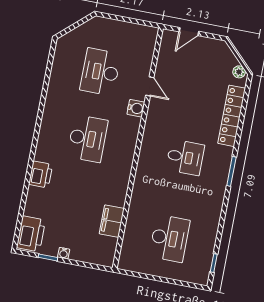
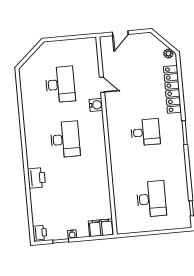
desk: (100, 72) -> (60, 84), turned 180
filing cabinet: (112, 221) -> (101, 228), moved, turned 90
printer: (31, 234) -> (40, 233), width x0.53, depth x0.68

